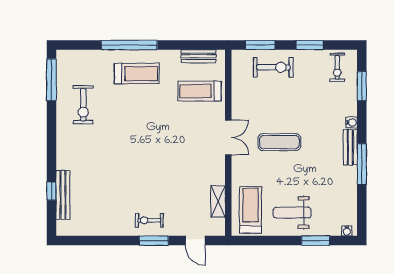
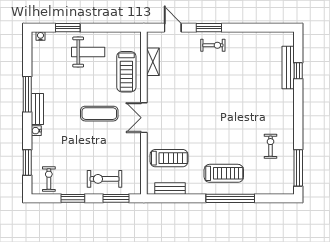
treadmill: (137, 74) -> (224, 173), turned 180
exercise bike: (83, 105) -> (270, 146), width x0.73, depth x0.72
treadmill: (250, 210) -> (126, 72), moved

